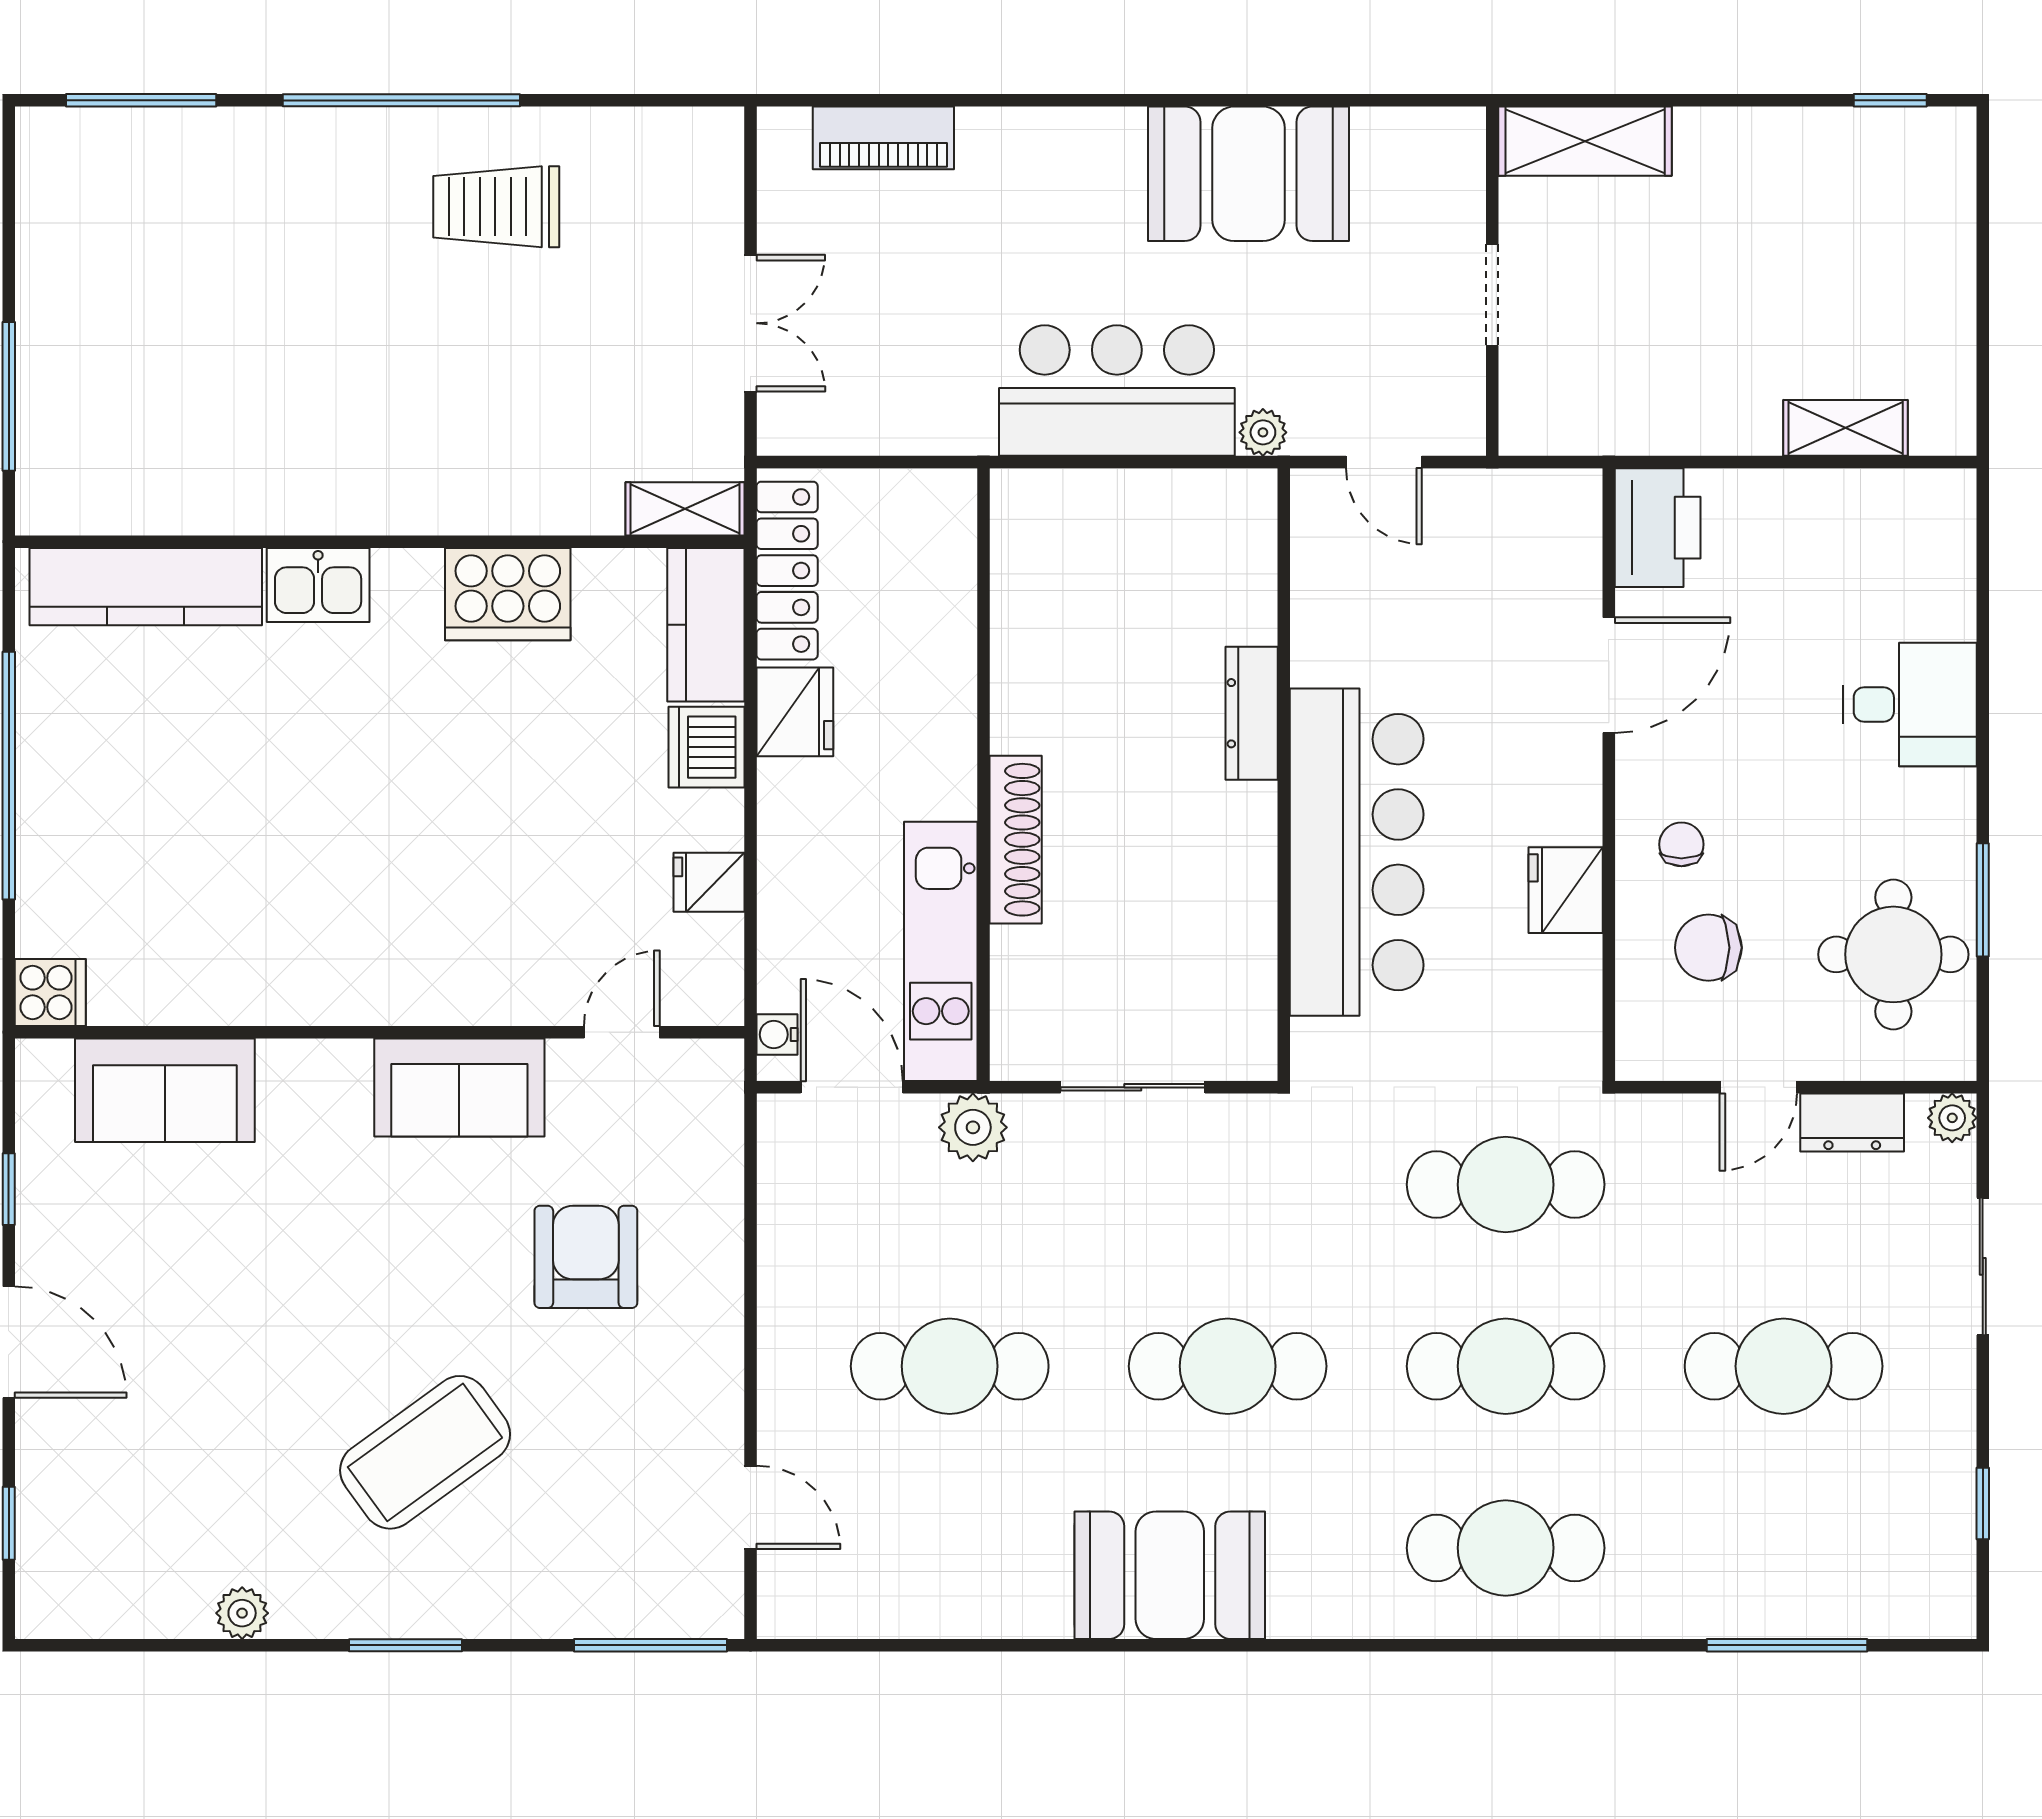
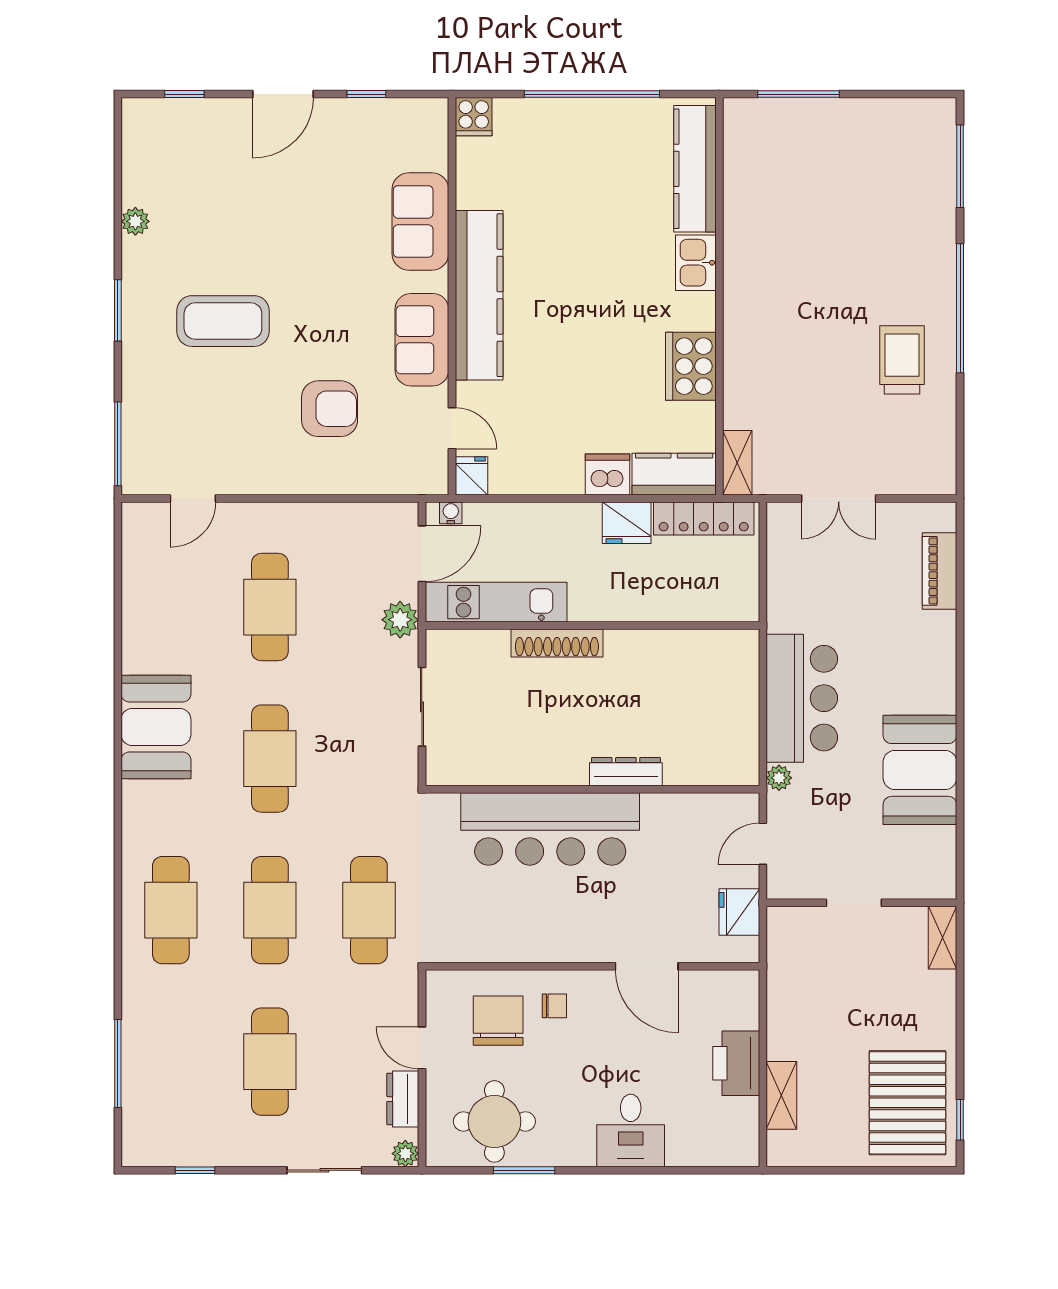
shelving: (1585, 141) -> (943, 938), width x0.67, depth x0.75
pallet: (1859, 197) -> (907, 1103), added
printer: (1658, 528) -> (736, 1063), moved, turned 90
fridge: (709, 882) -> (472, 476), moved
fridge: (1566, 890) -> (739, 912), moved, turned -90
chair: (1708, 948) -> (498, 1021), width x1.37, depth x1.37
kitchen counter: (378, 982) -> (479, 295), added
sofa: (165, 1090) -> (420, 221), moved
coffee table: (425, 1452) -> (223, 321), turned -54

